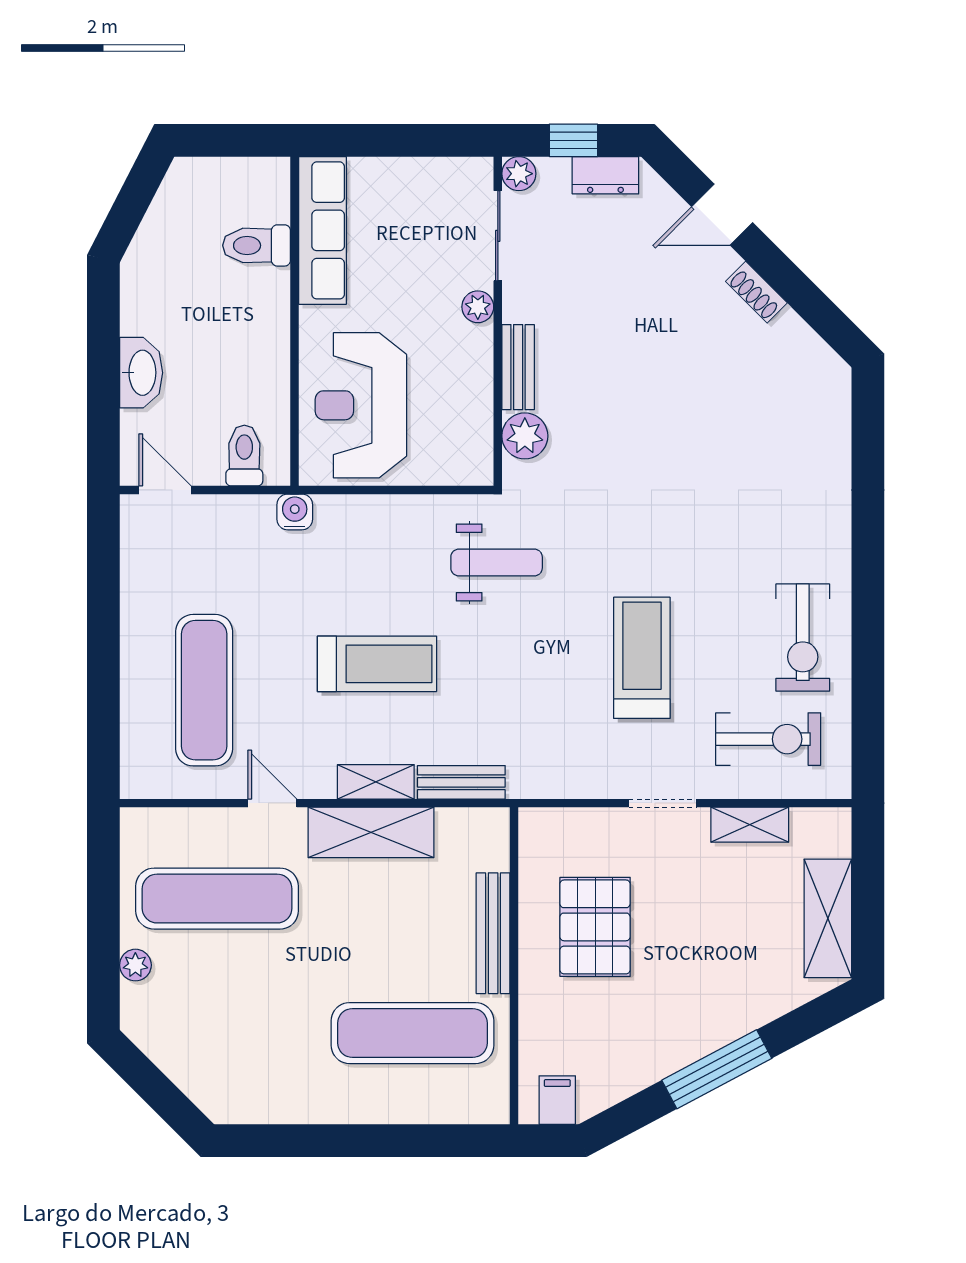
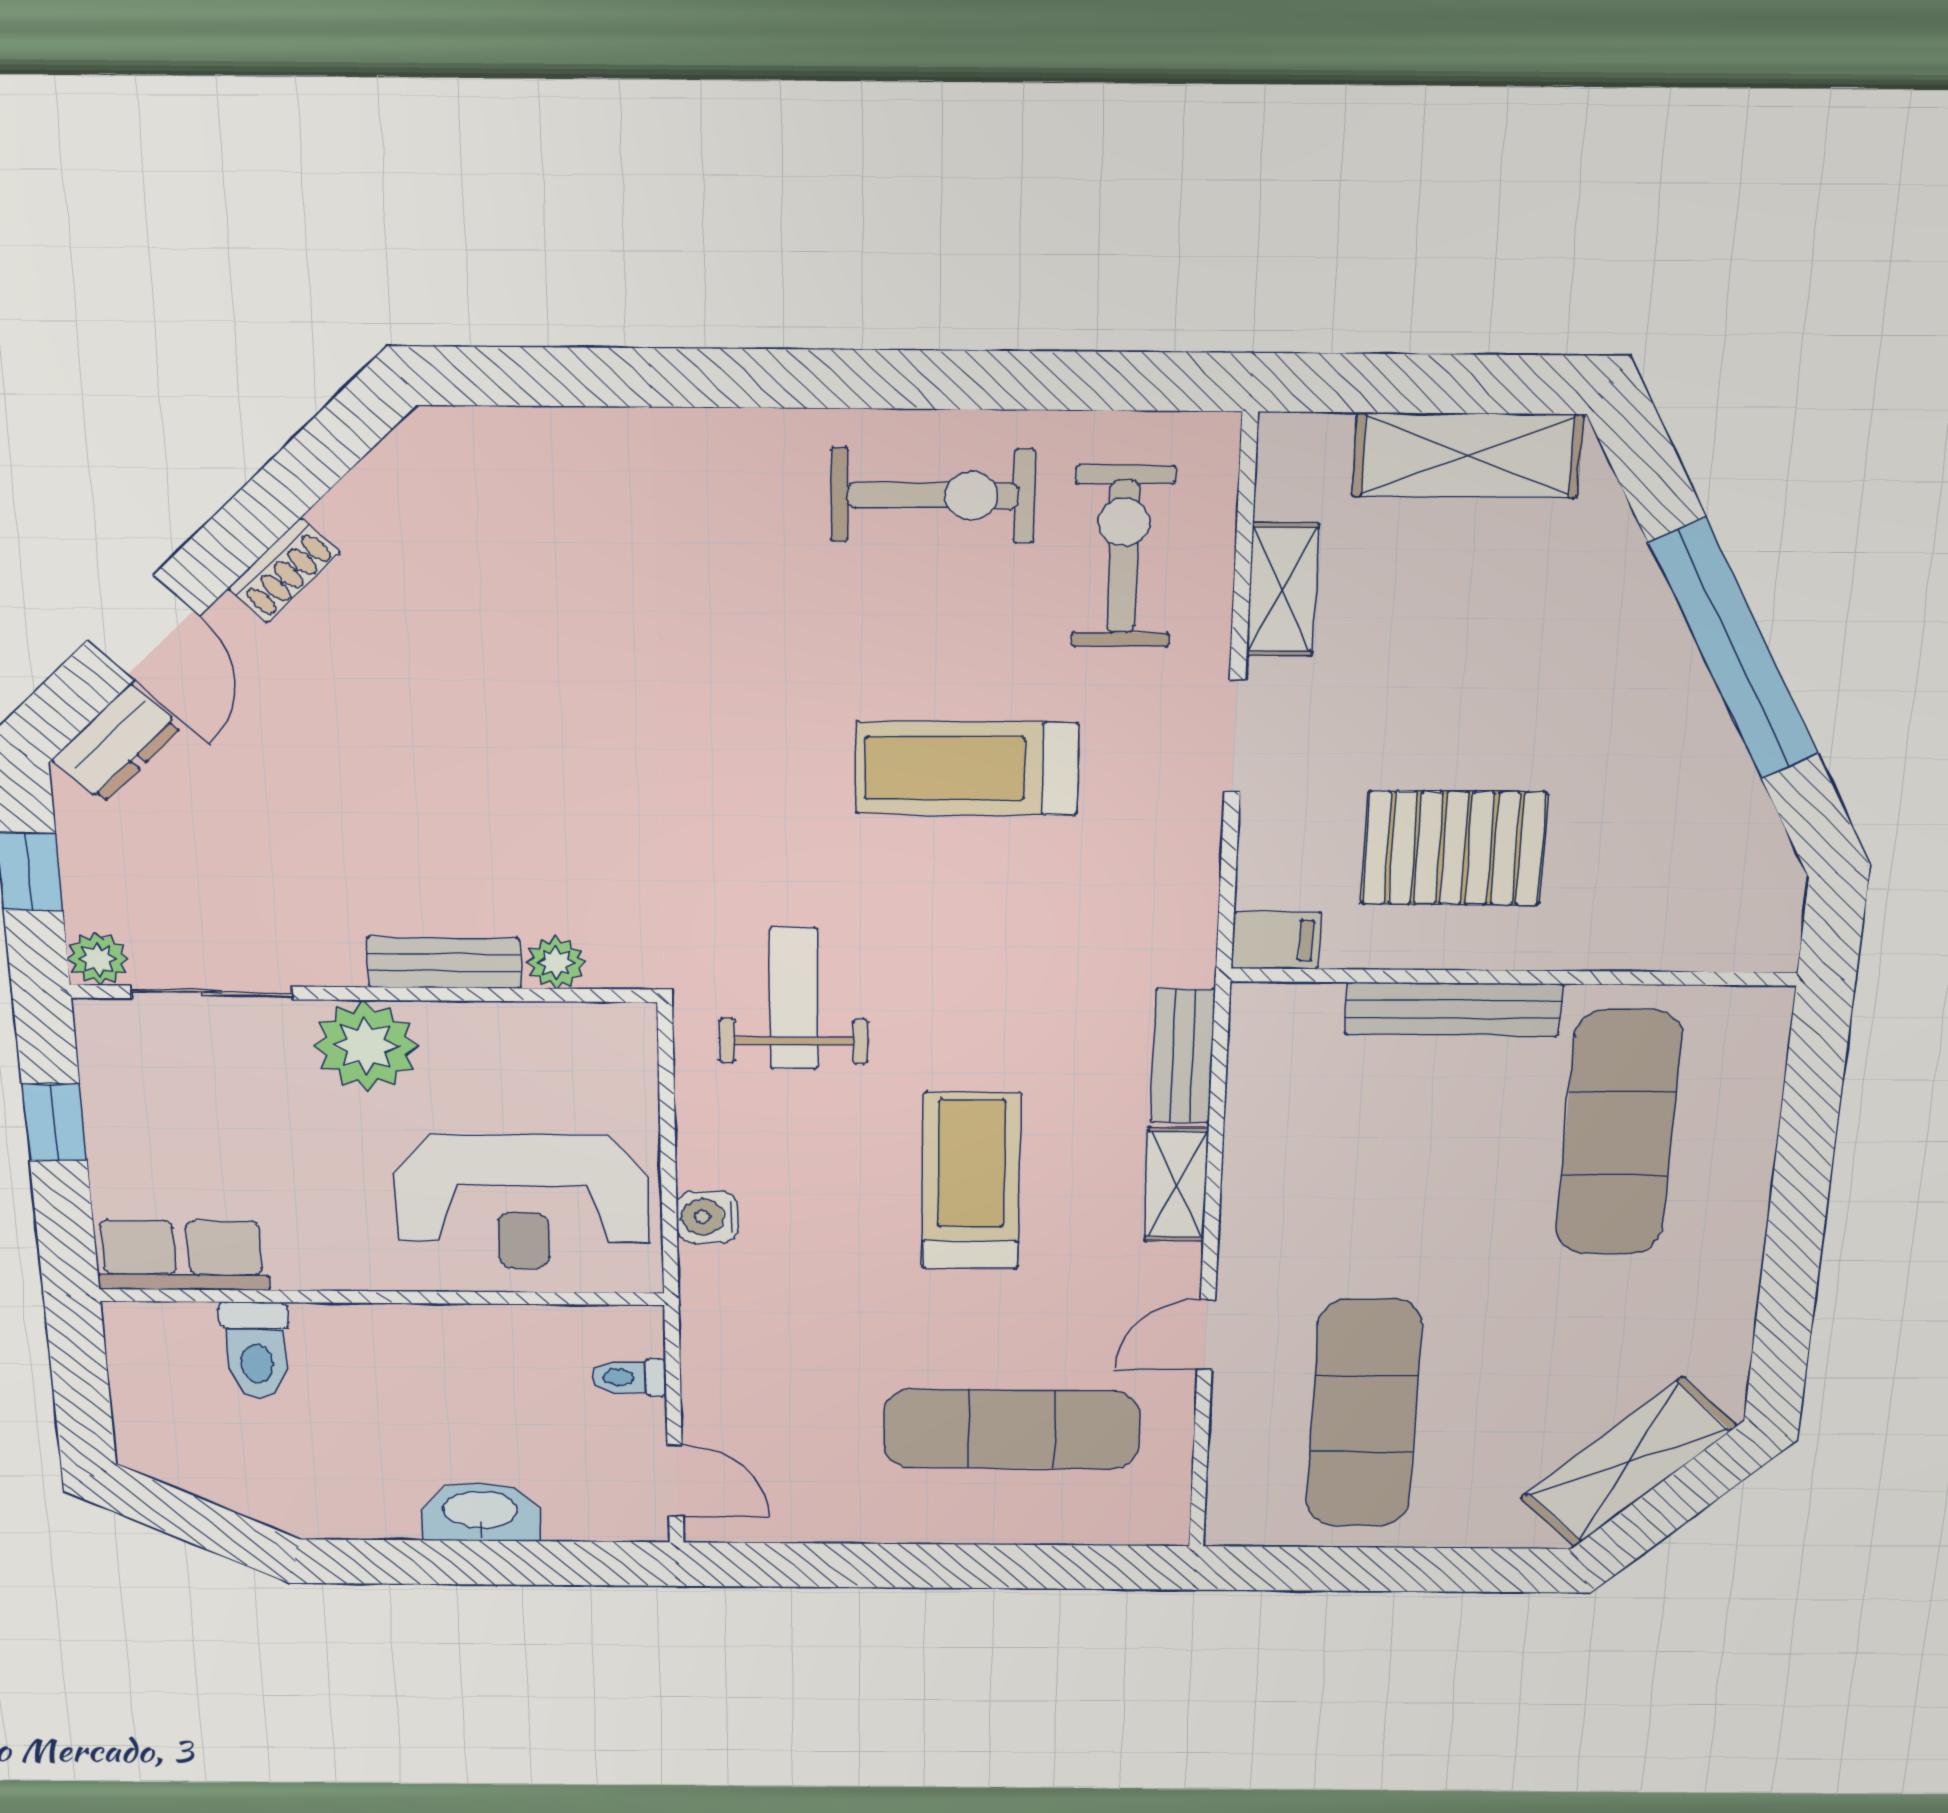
window: (412, 140) -> (54, 1122), added
dresser: (605, 175) -> (117, 743), moved, turned 45
row of seats: (322, 230) -> (182, 1255), width x0.68
plant: (478, 307) -> (366, 1046), width x1.87, depth x1.87
plant: (525, 436) -> (556, 963), width x0.73, depth x0.73
toilet: (244, 456) -> (629, 1377), width x0.73, depth x0.72
door: (165, 490) -> (675, 1481), swing flipped
water cooler: (295, 512) -> (707, 1217), moved
shelving: (371, 832) -> (1628, 1462), moved, turned 45
plant: (135, 965) -> (1467, 1527), removed
window: (717, 1069) -> (1734, 649), width x1.46
filing cabinet: (557, 1100) -> (1276, 940), moved, turned 180

